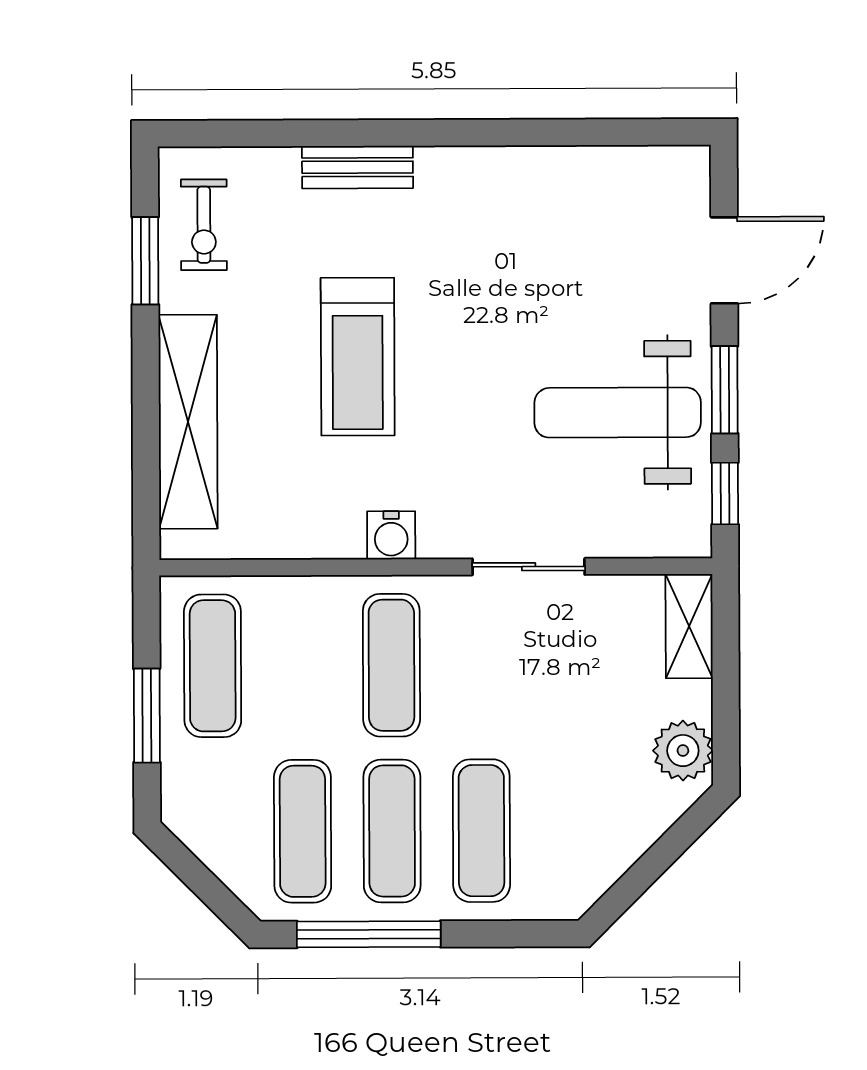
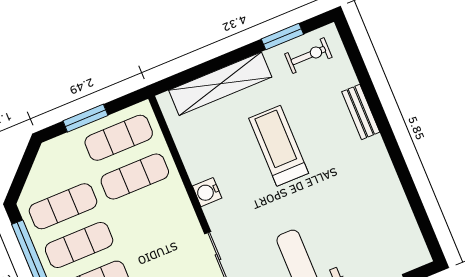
exercise bike: (204, 225) -> (308, 56), turned 180
treadmill: (358, 357) -> (279, 146), turned 90
exercise mat: (391, 665) -> (135, 177), moved

